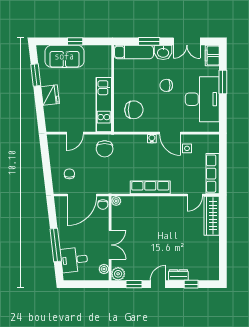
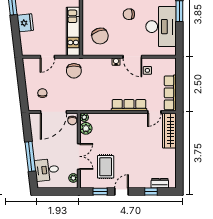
chair: (134, 110) -> (100, 36), turned 71
row of seats: (150, 187) -> (129, 105), moved
rug: (140, 256) -> (106, 167), added
plant: (118, 274) -> (86, 128), moved
dresser: (178, 275) -> (160, 183), moved

